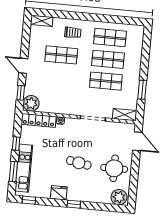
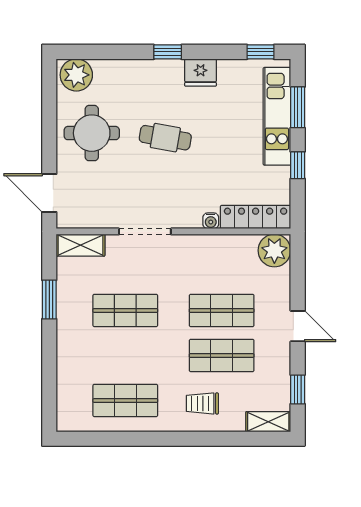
shop shelf: (108, 59) -> (222, 310), moved
window: (21, 93) -> (298, 389), moved

